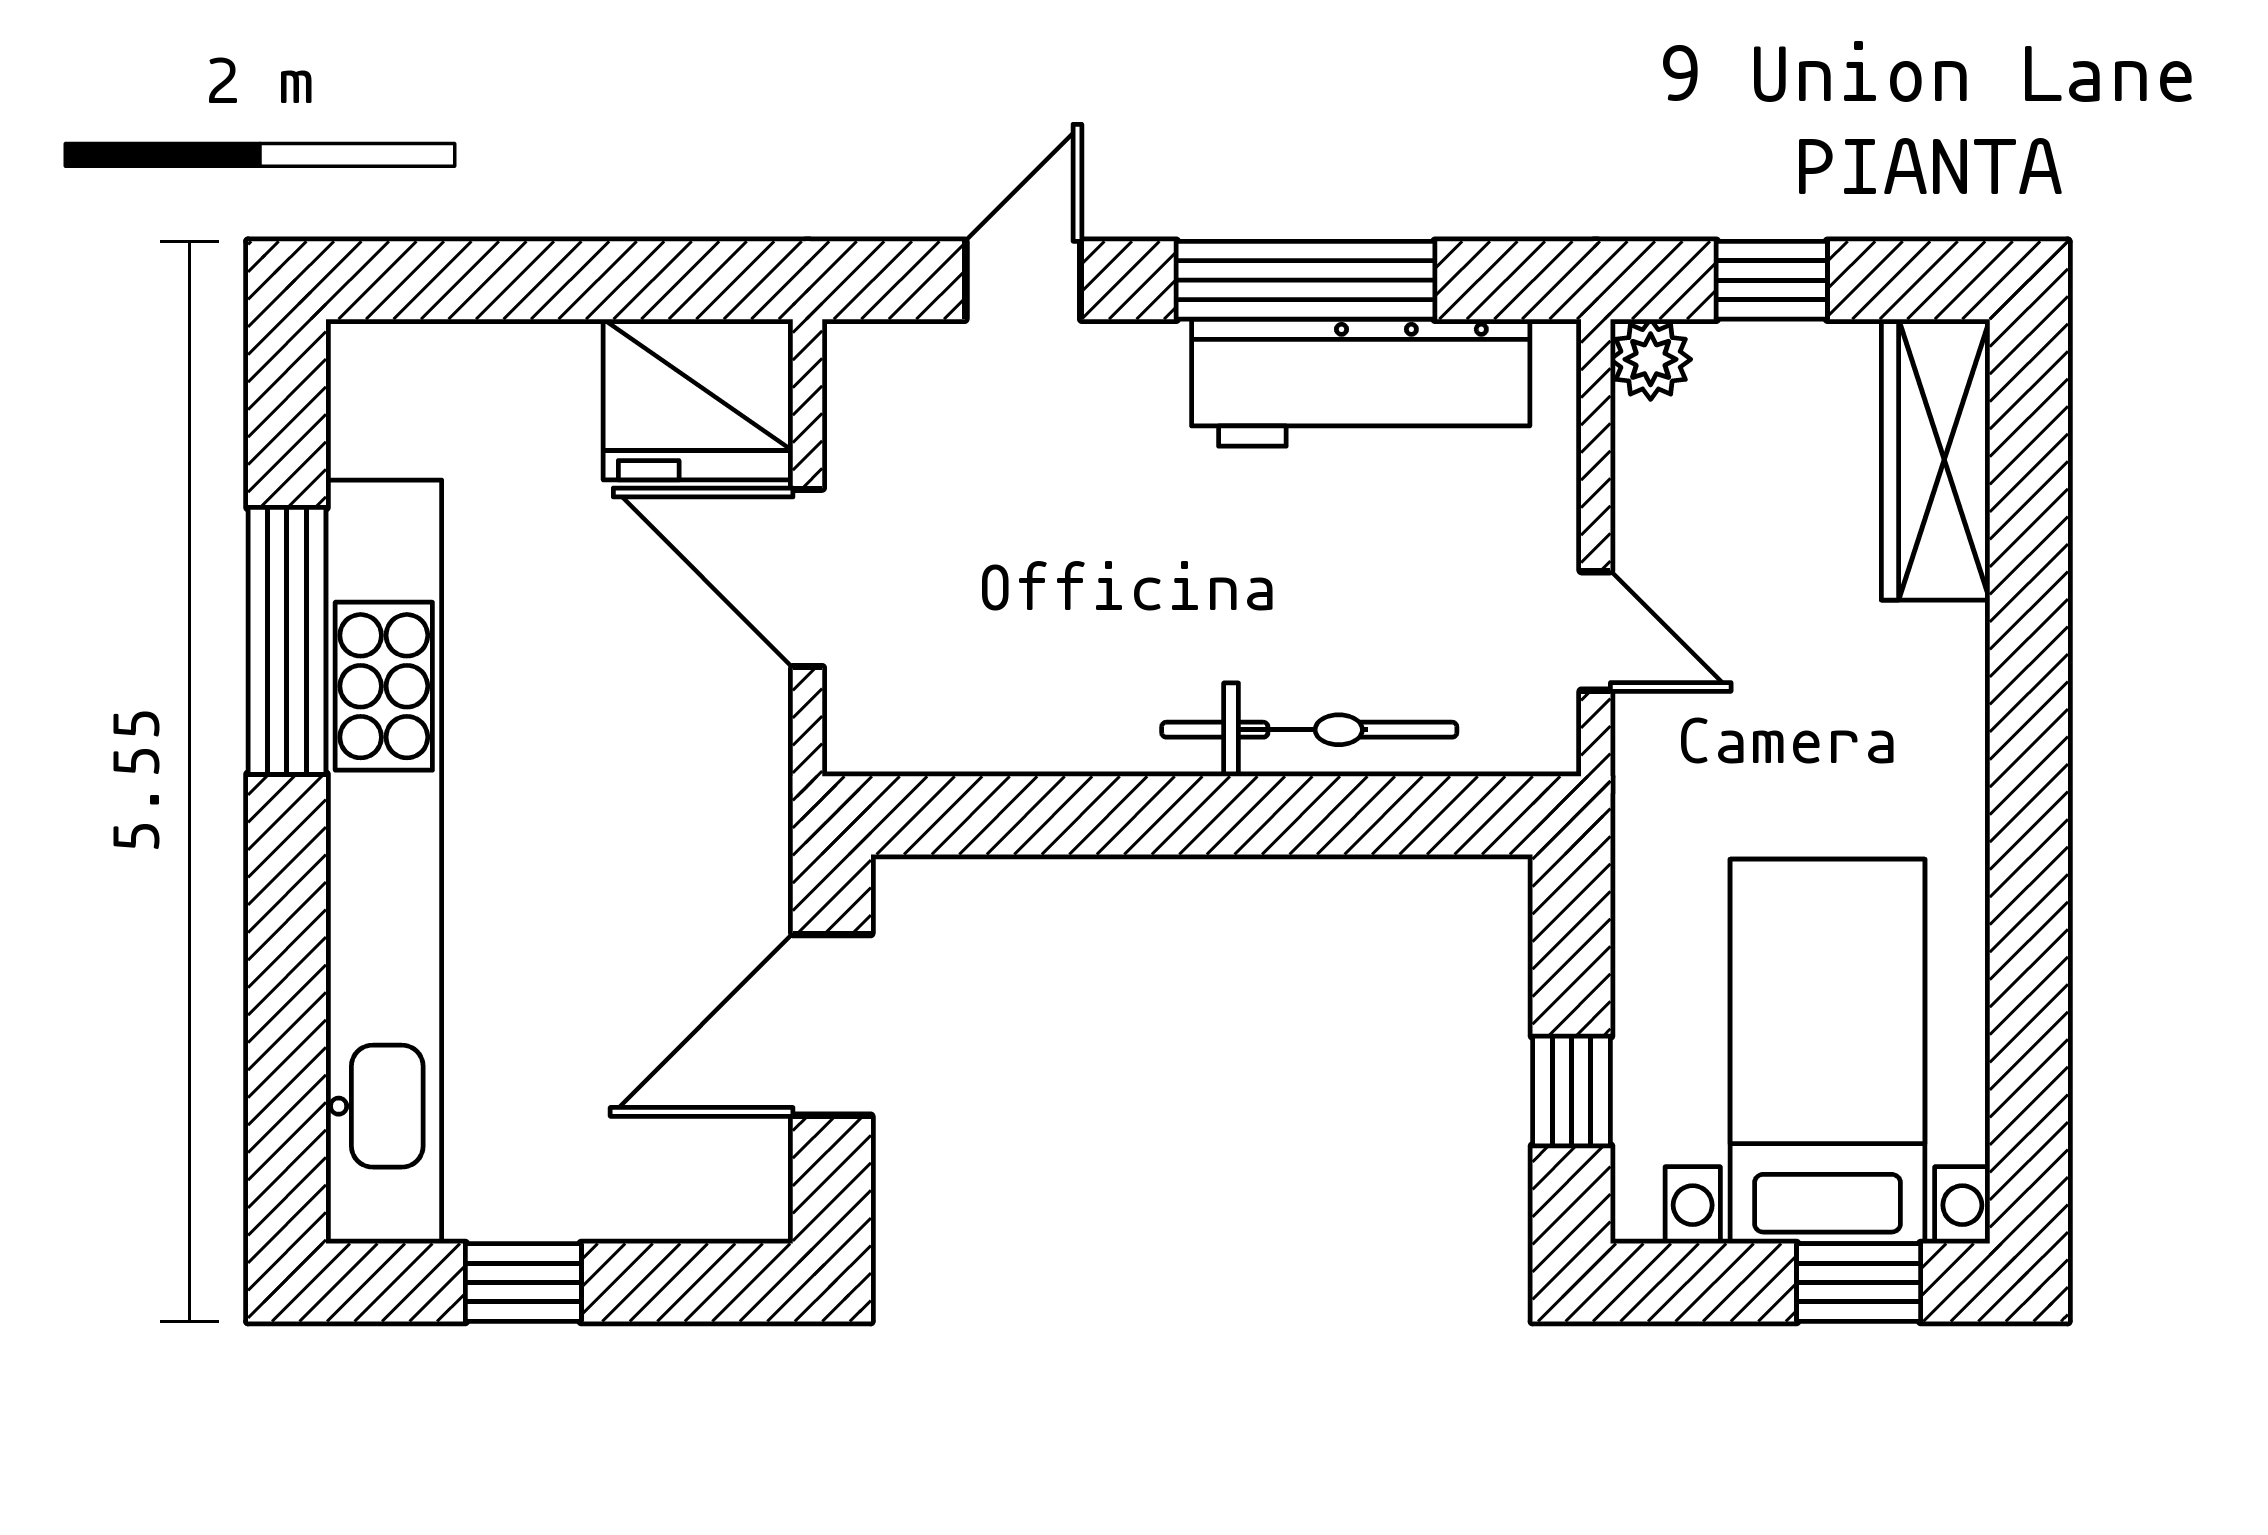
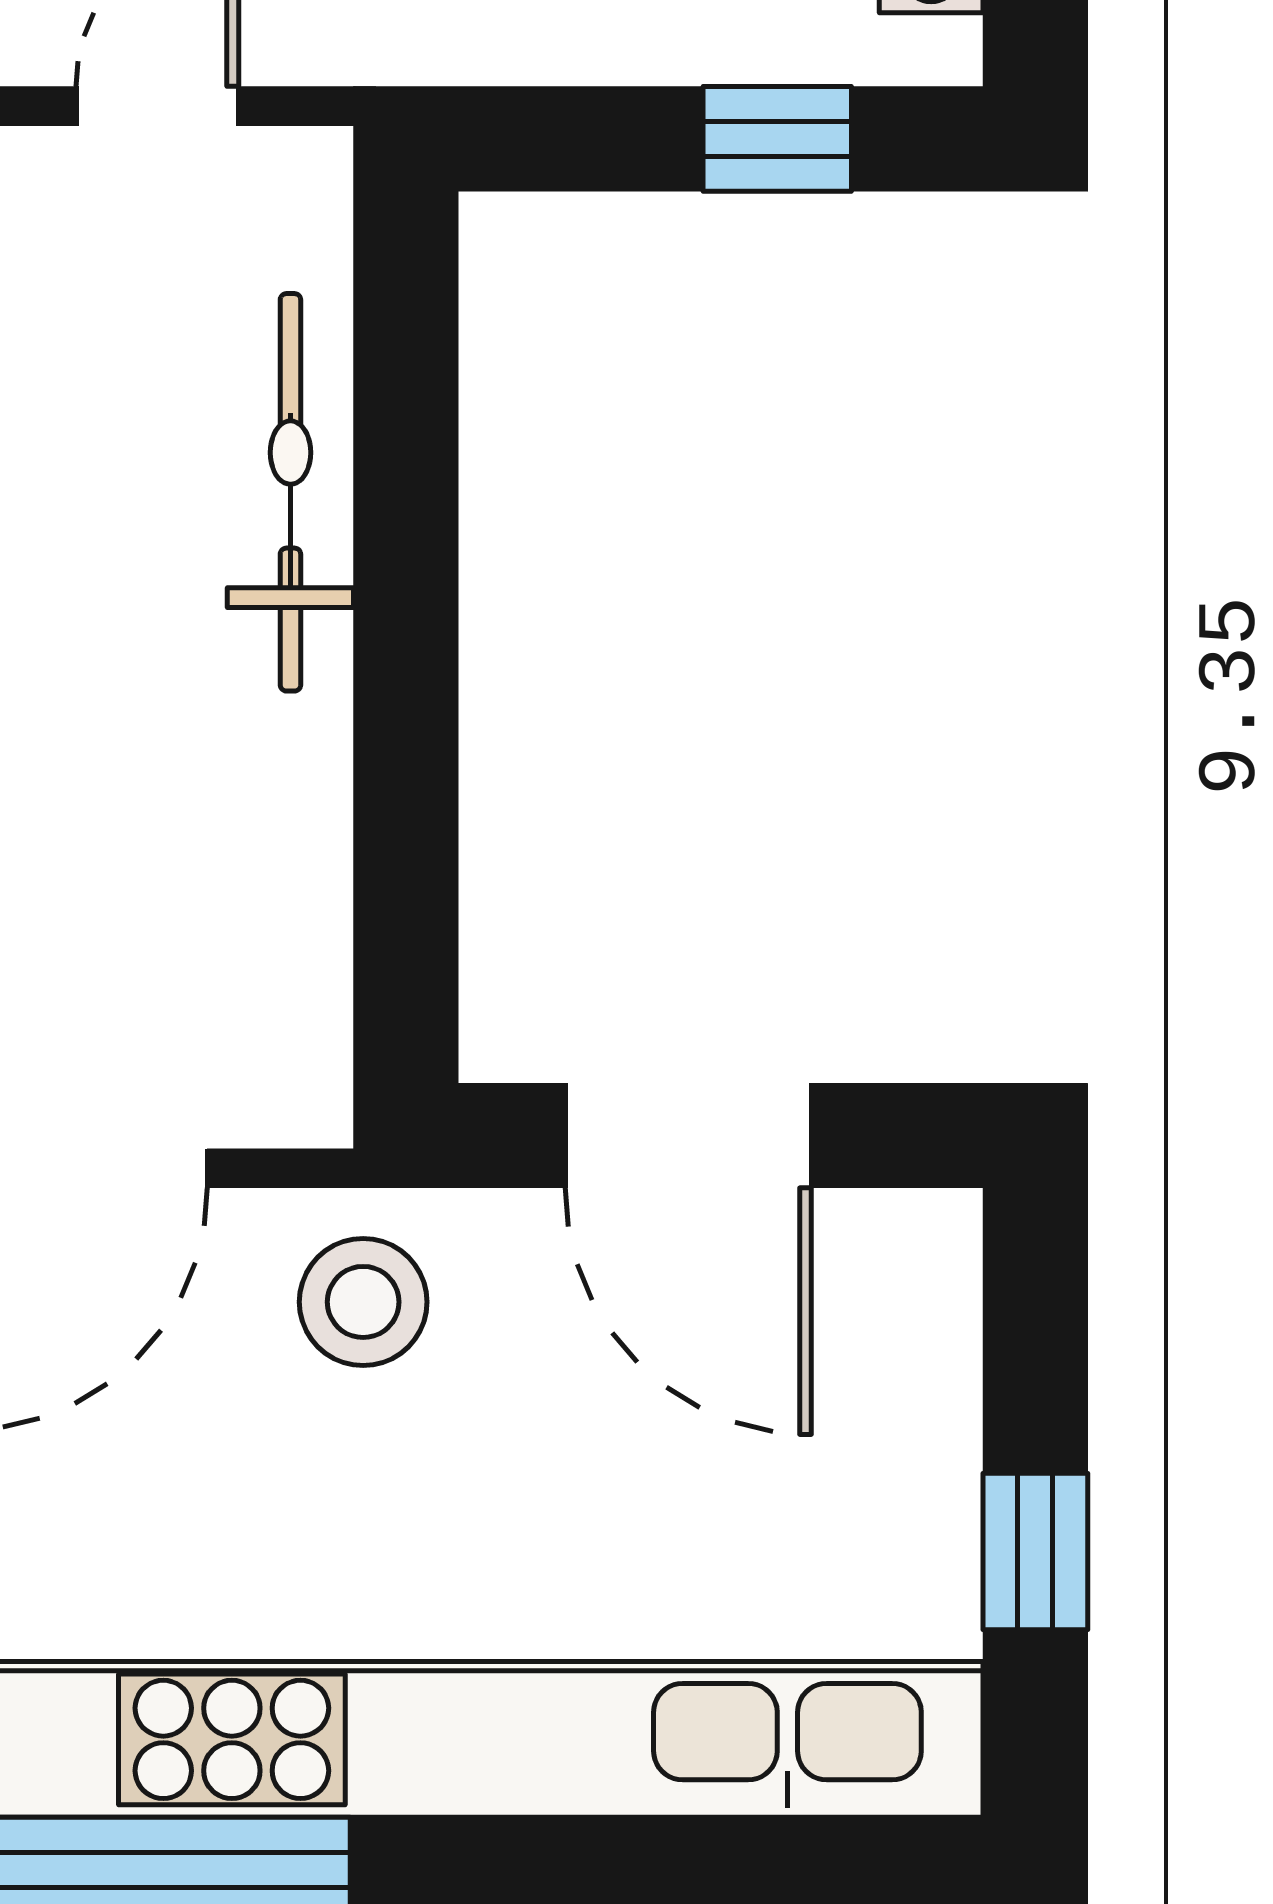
stool: (708, 784) -> (363, 1302), added

